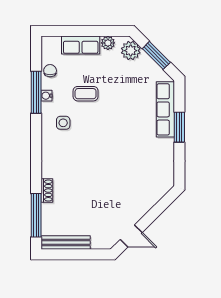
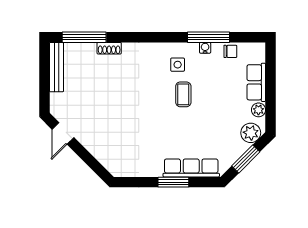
coffee table: (86, 94) -> (183, 94), moved

